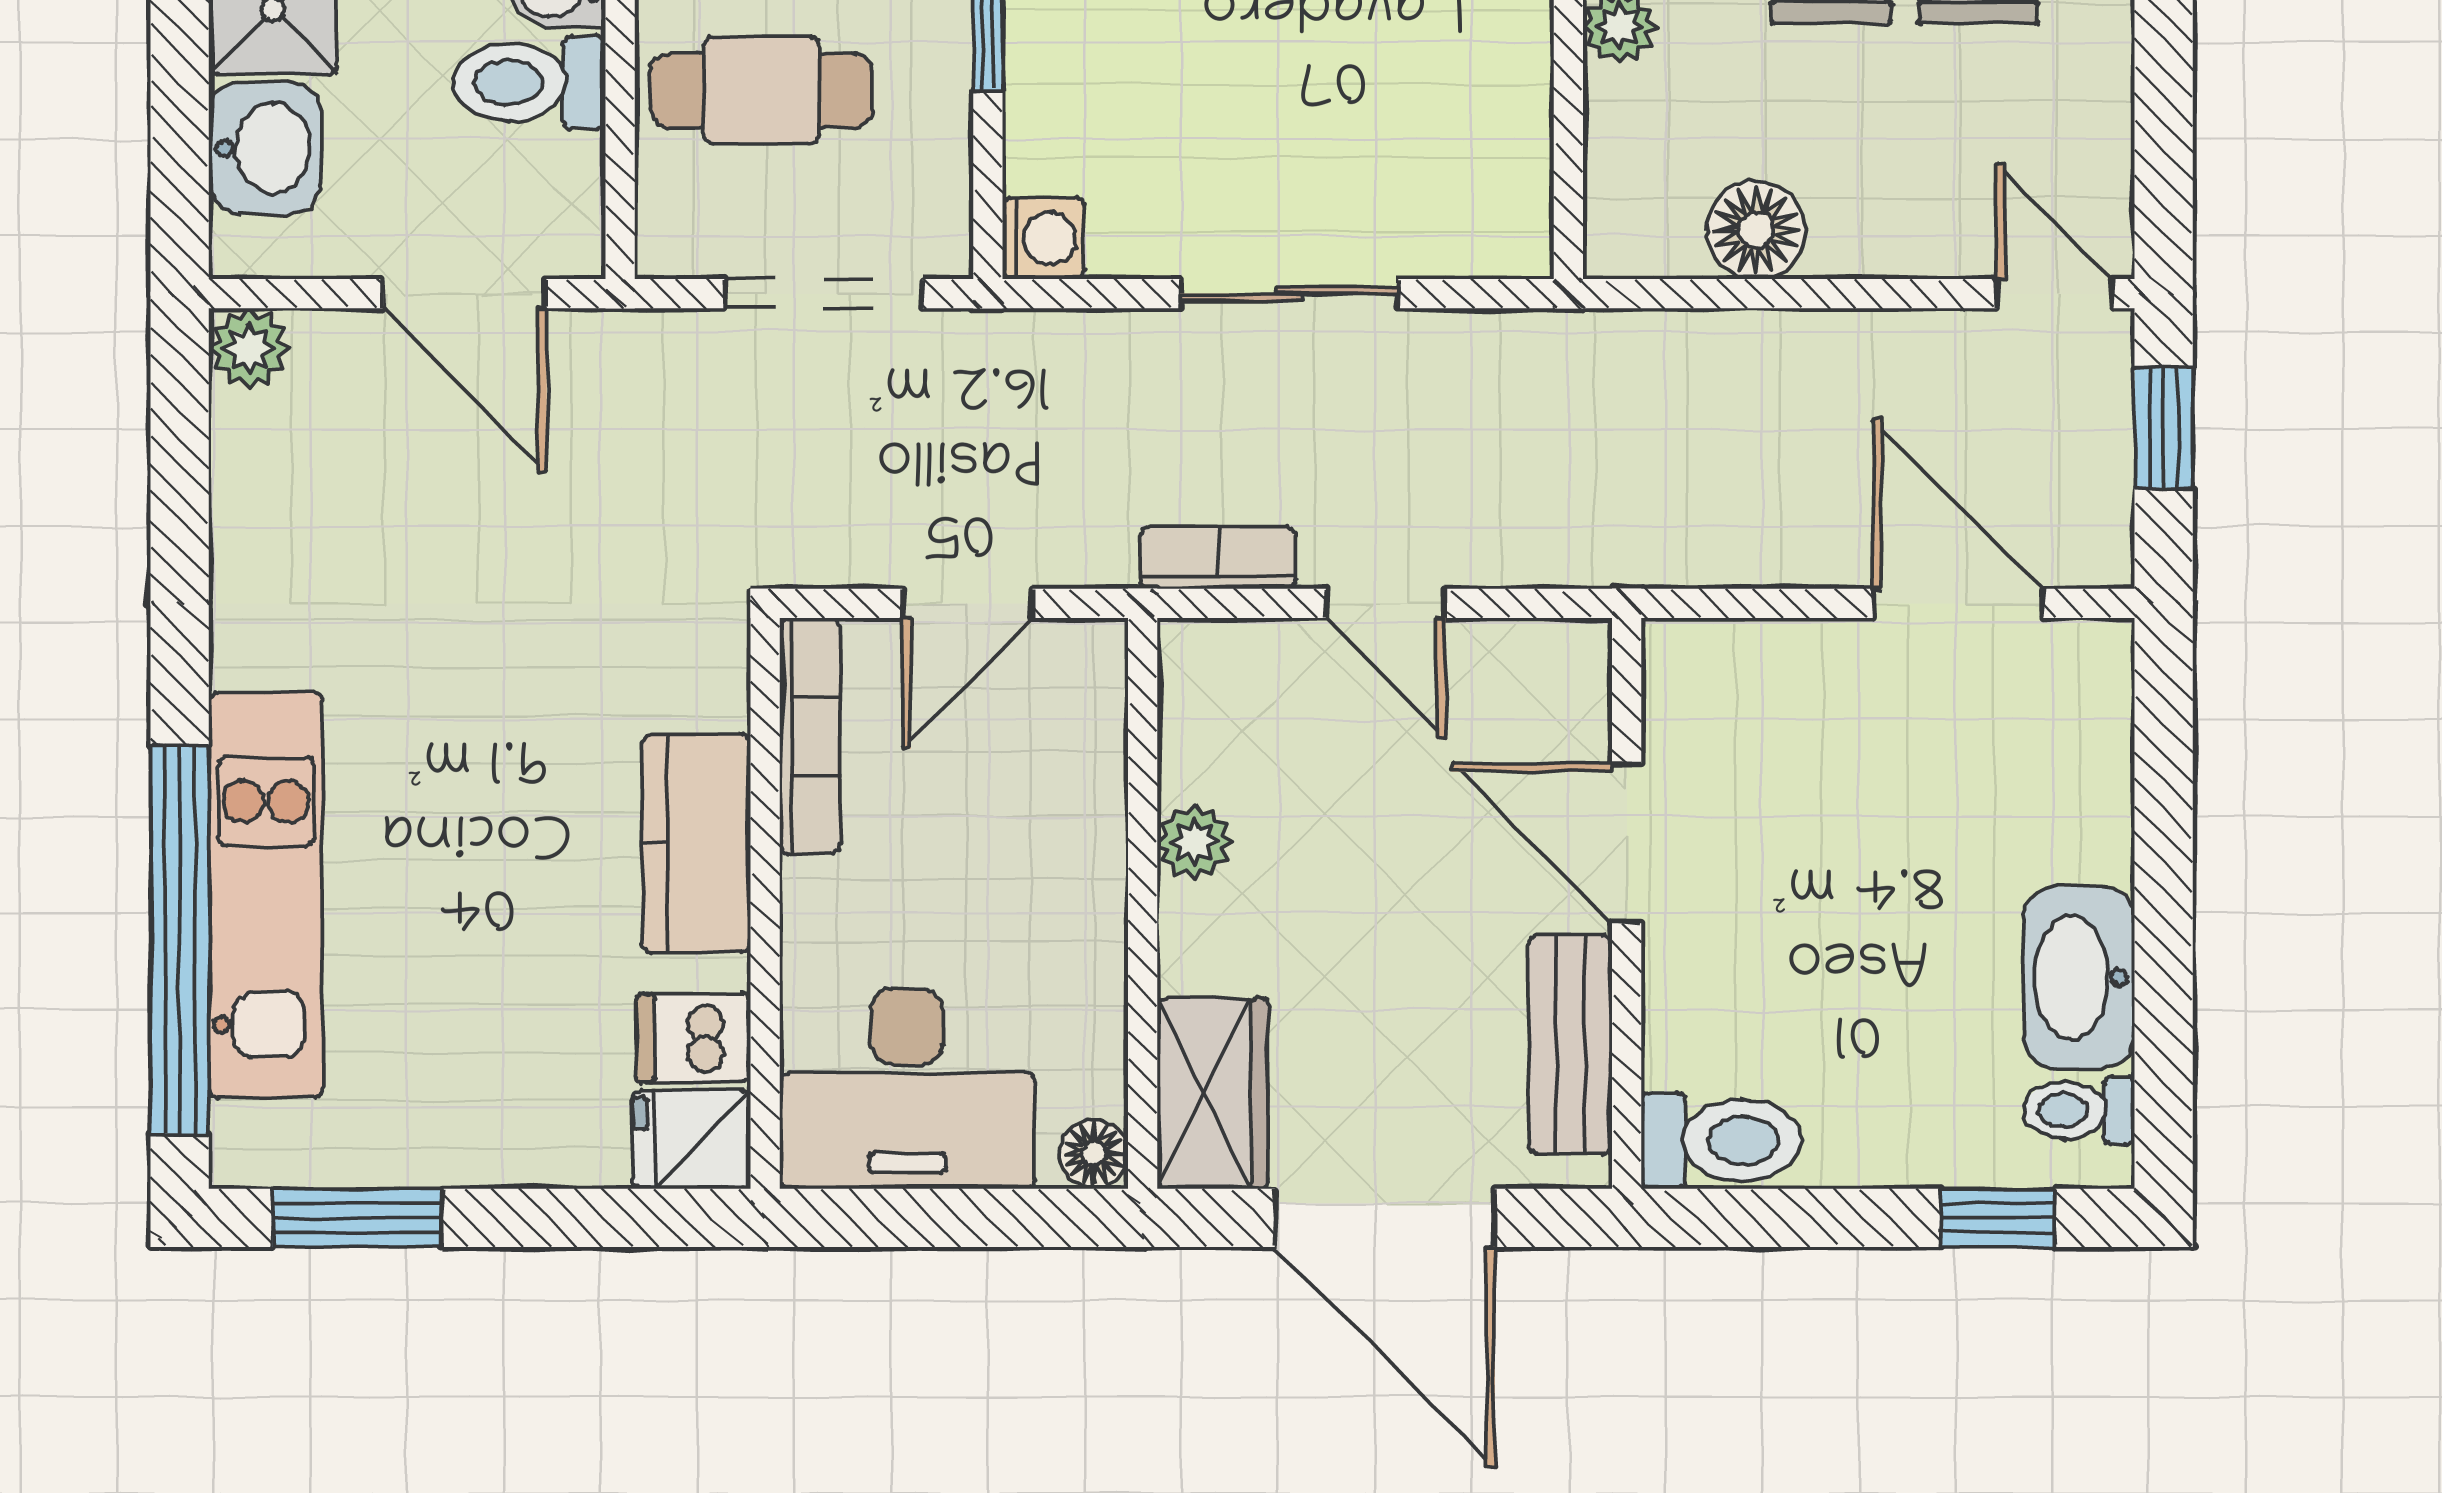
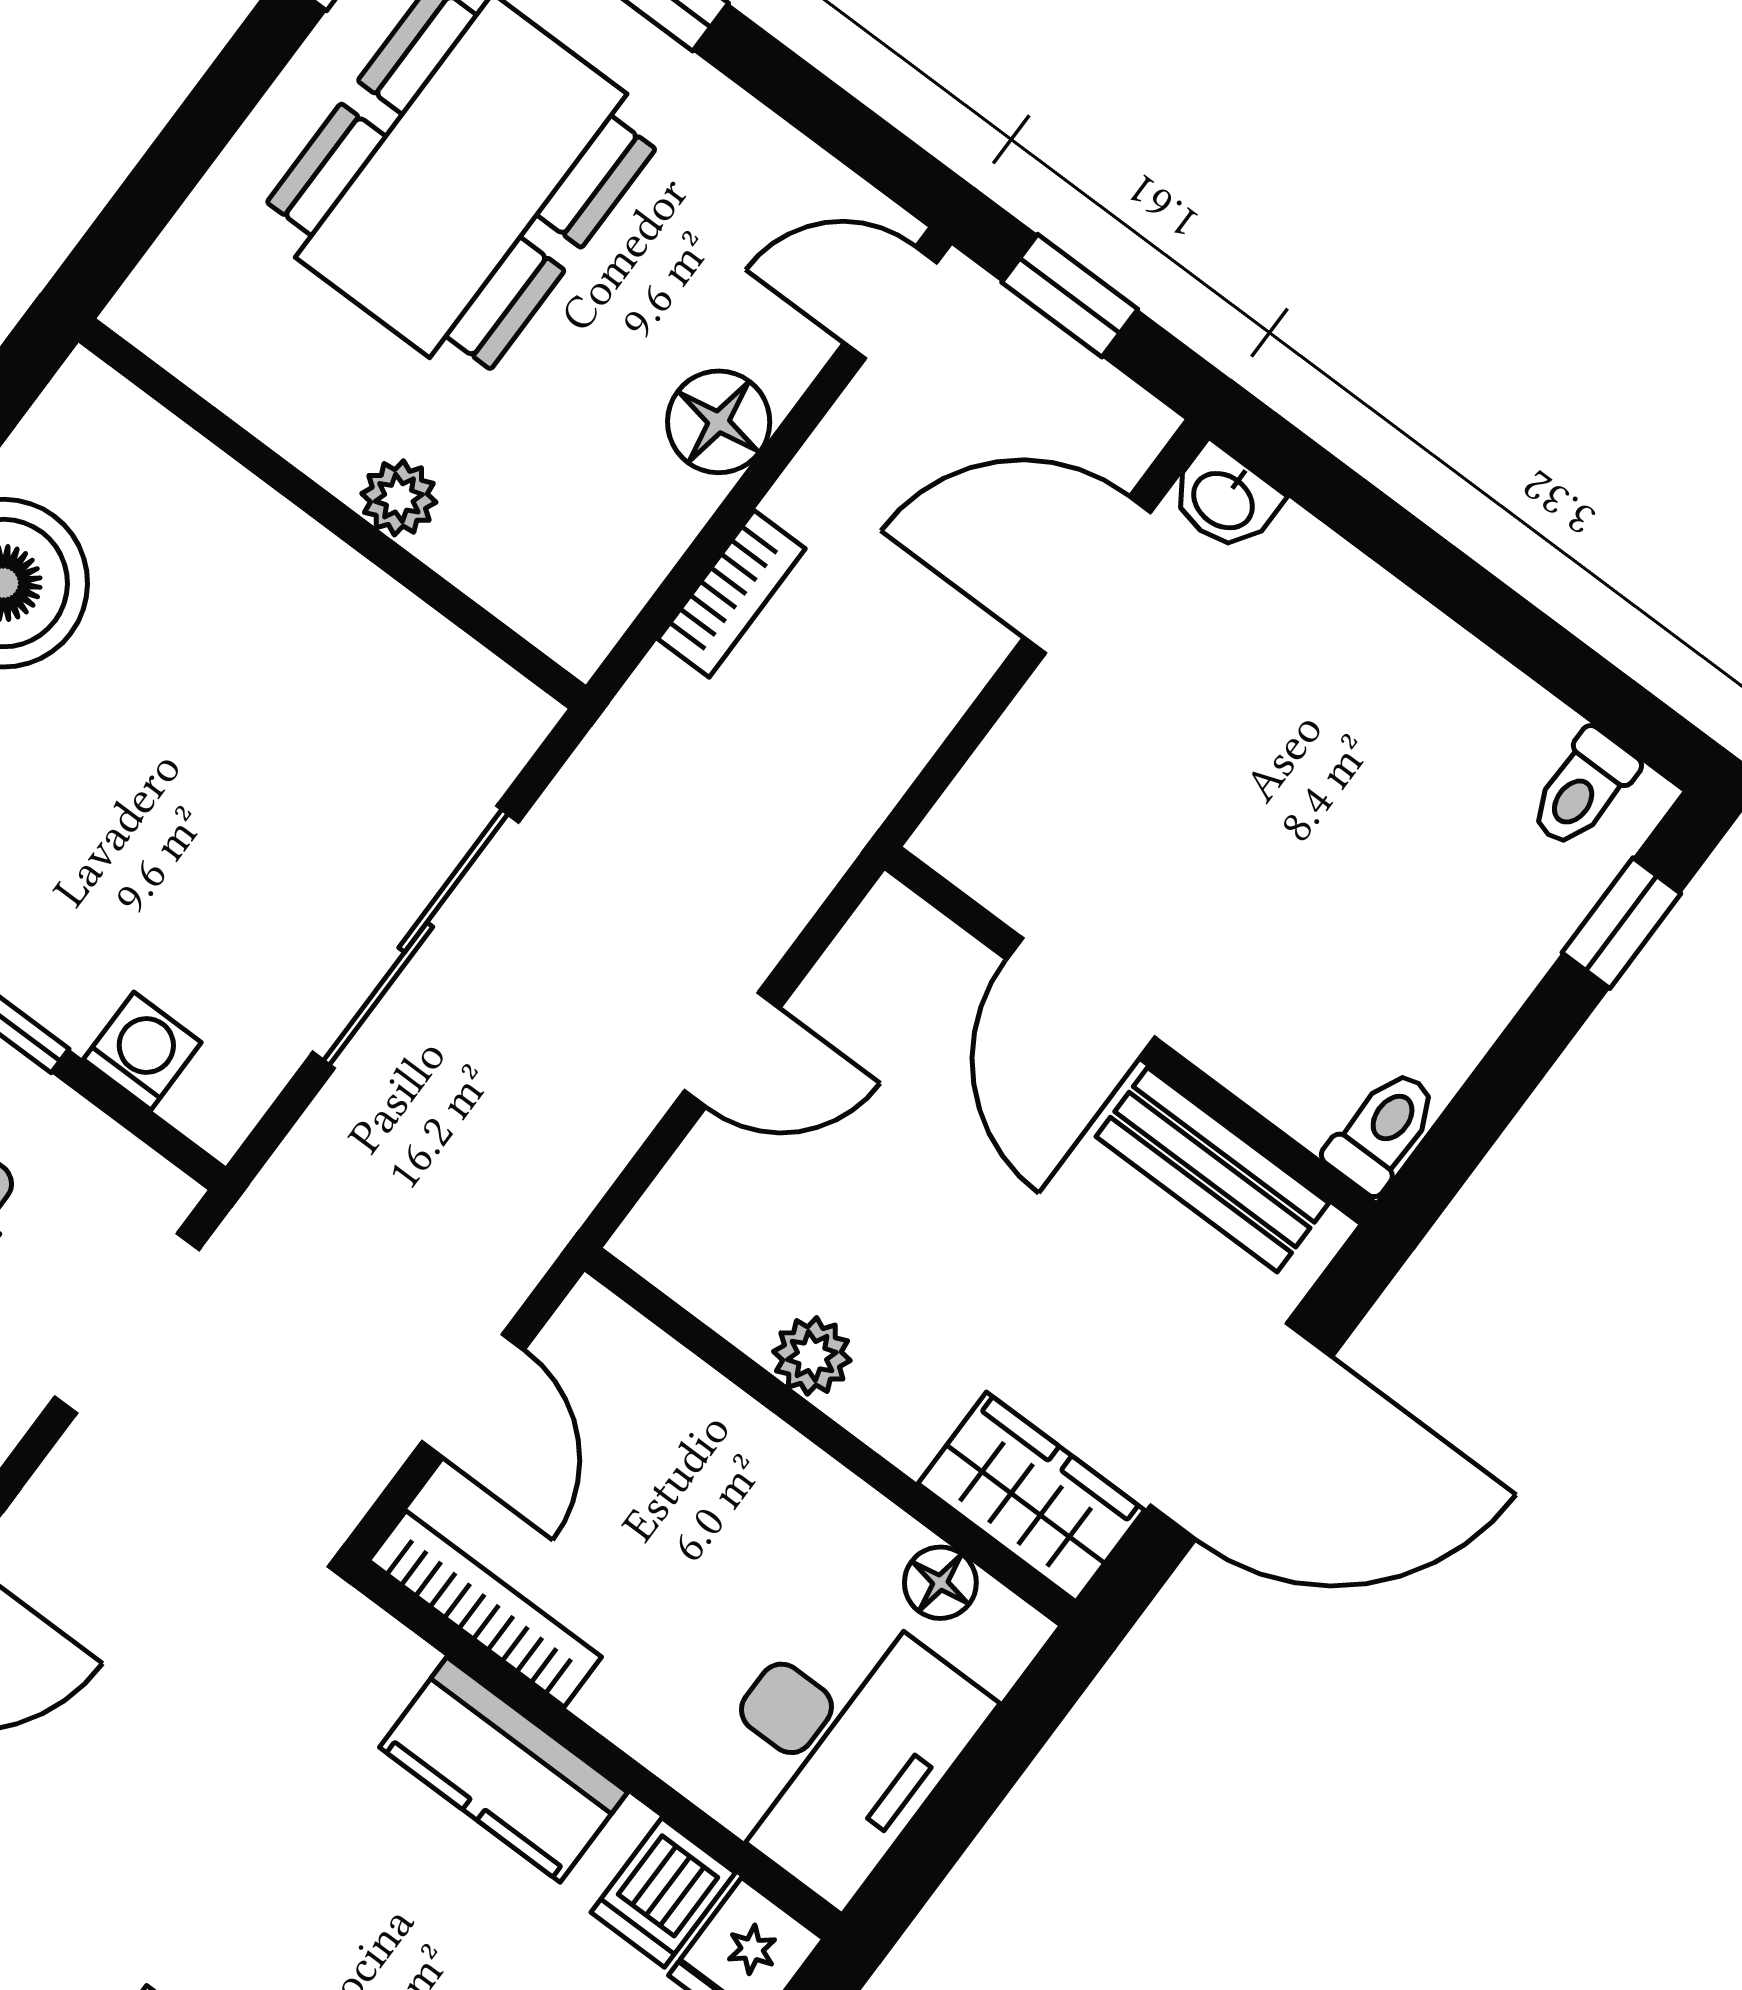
floor lamp: (1756, 230) -> (719, 422), moved
washing machine: (1043, 238) -> (142, 1051), moved
sliding door: (1289, 294) -> (416, 937), width x1.37
bookcase: (1218, 558) -> (731, 594), moved, turned 180
door: (1627, 843) -> (1081, 998), hinge flipped
washbasin: (2079, 977) -> (1224, 499), moved, width x0.52, depth x0.69
toilet: (1721, 1140) -> (1383, 1131), width x0.73, depth x0.72
floor lamp: (1094, 1153) -> (940, 1583), moved

